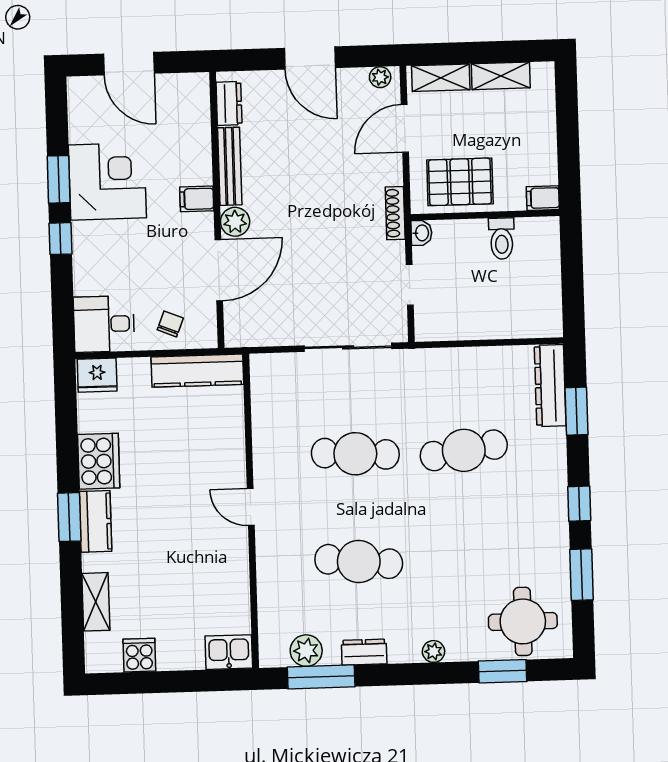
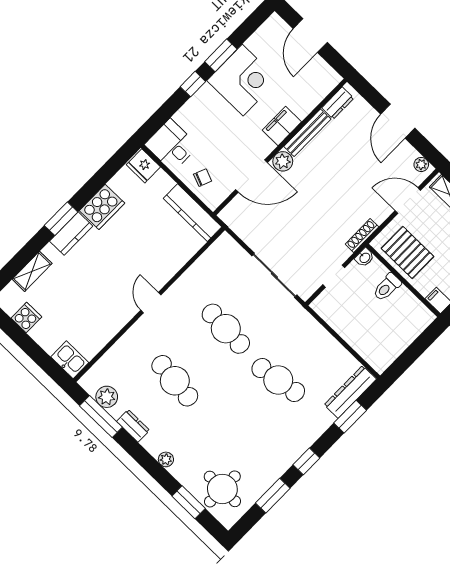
filing cabinet: (197, 199) -> (282, 126), width x2.00
toilet: (502, 239) -> (387, 287), moved

